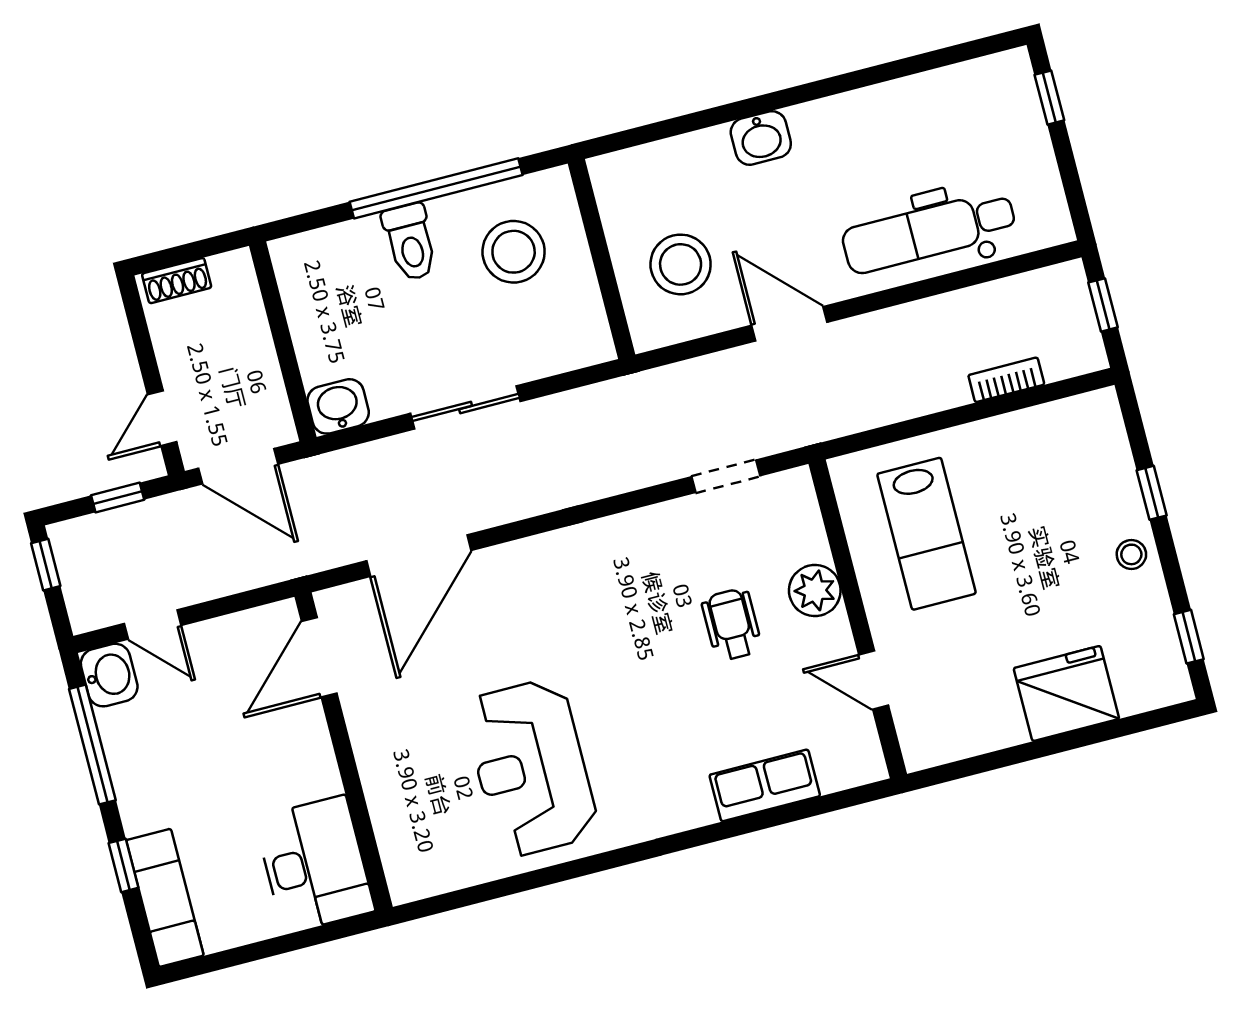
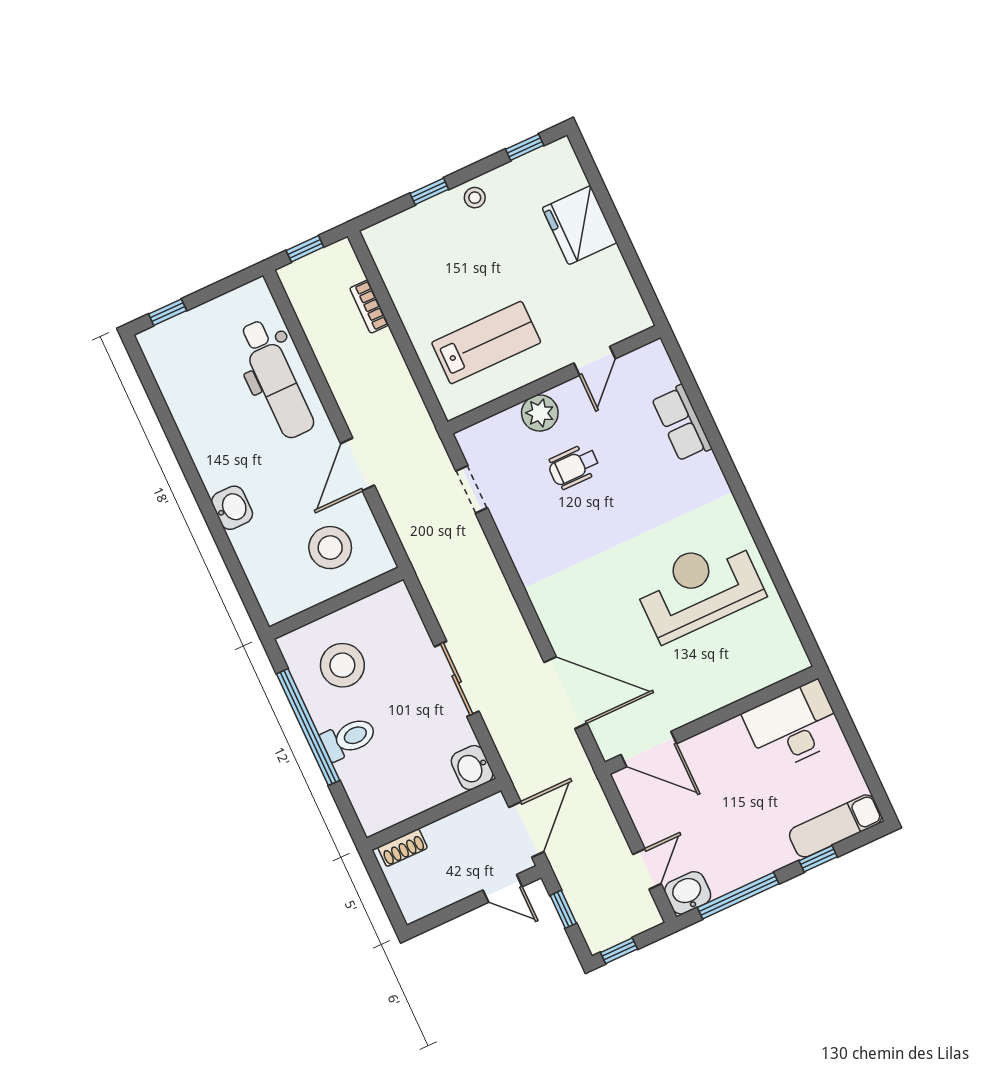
shoe rack: (177, 281) -> (403, 848), moved, turned 90
reception desk: (531, 768) -> (699, 588), turned 180

